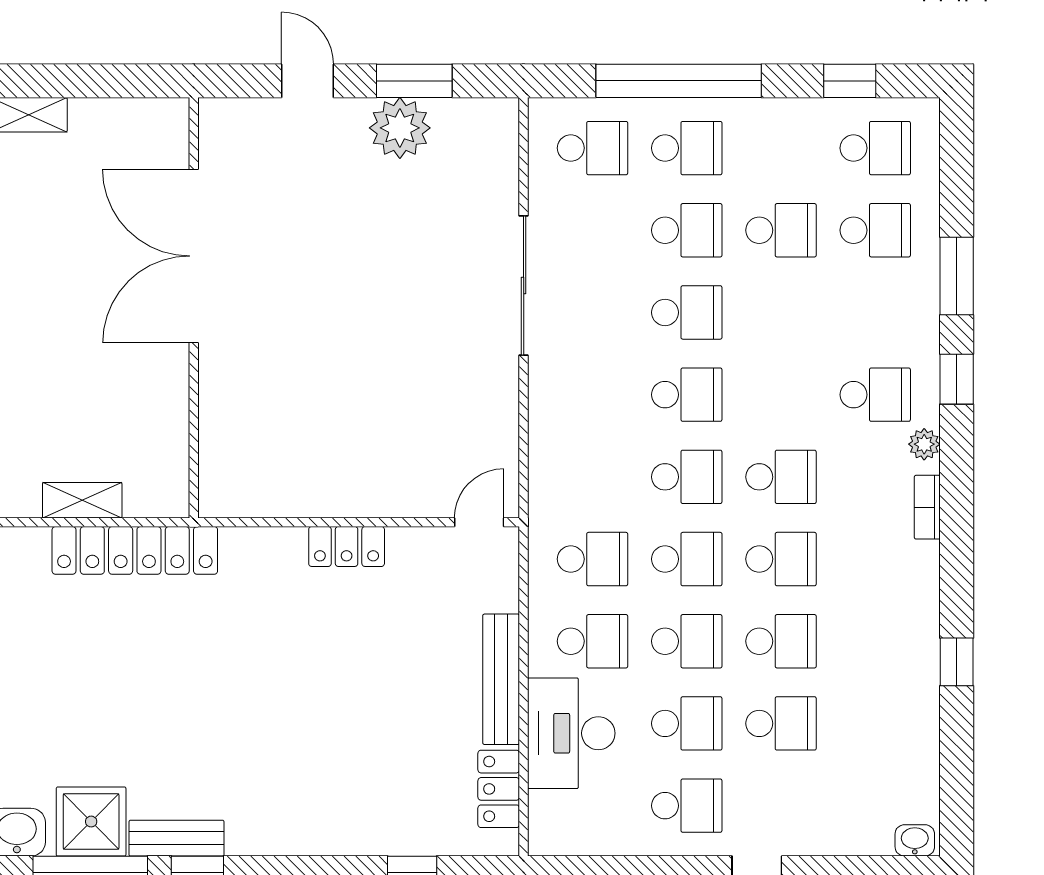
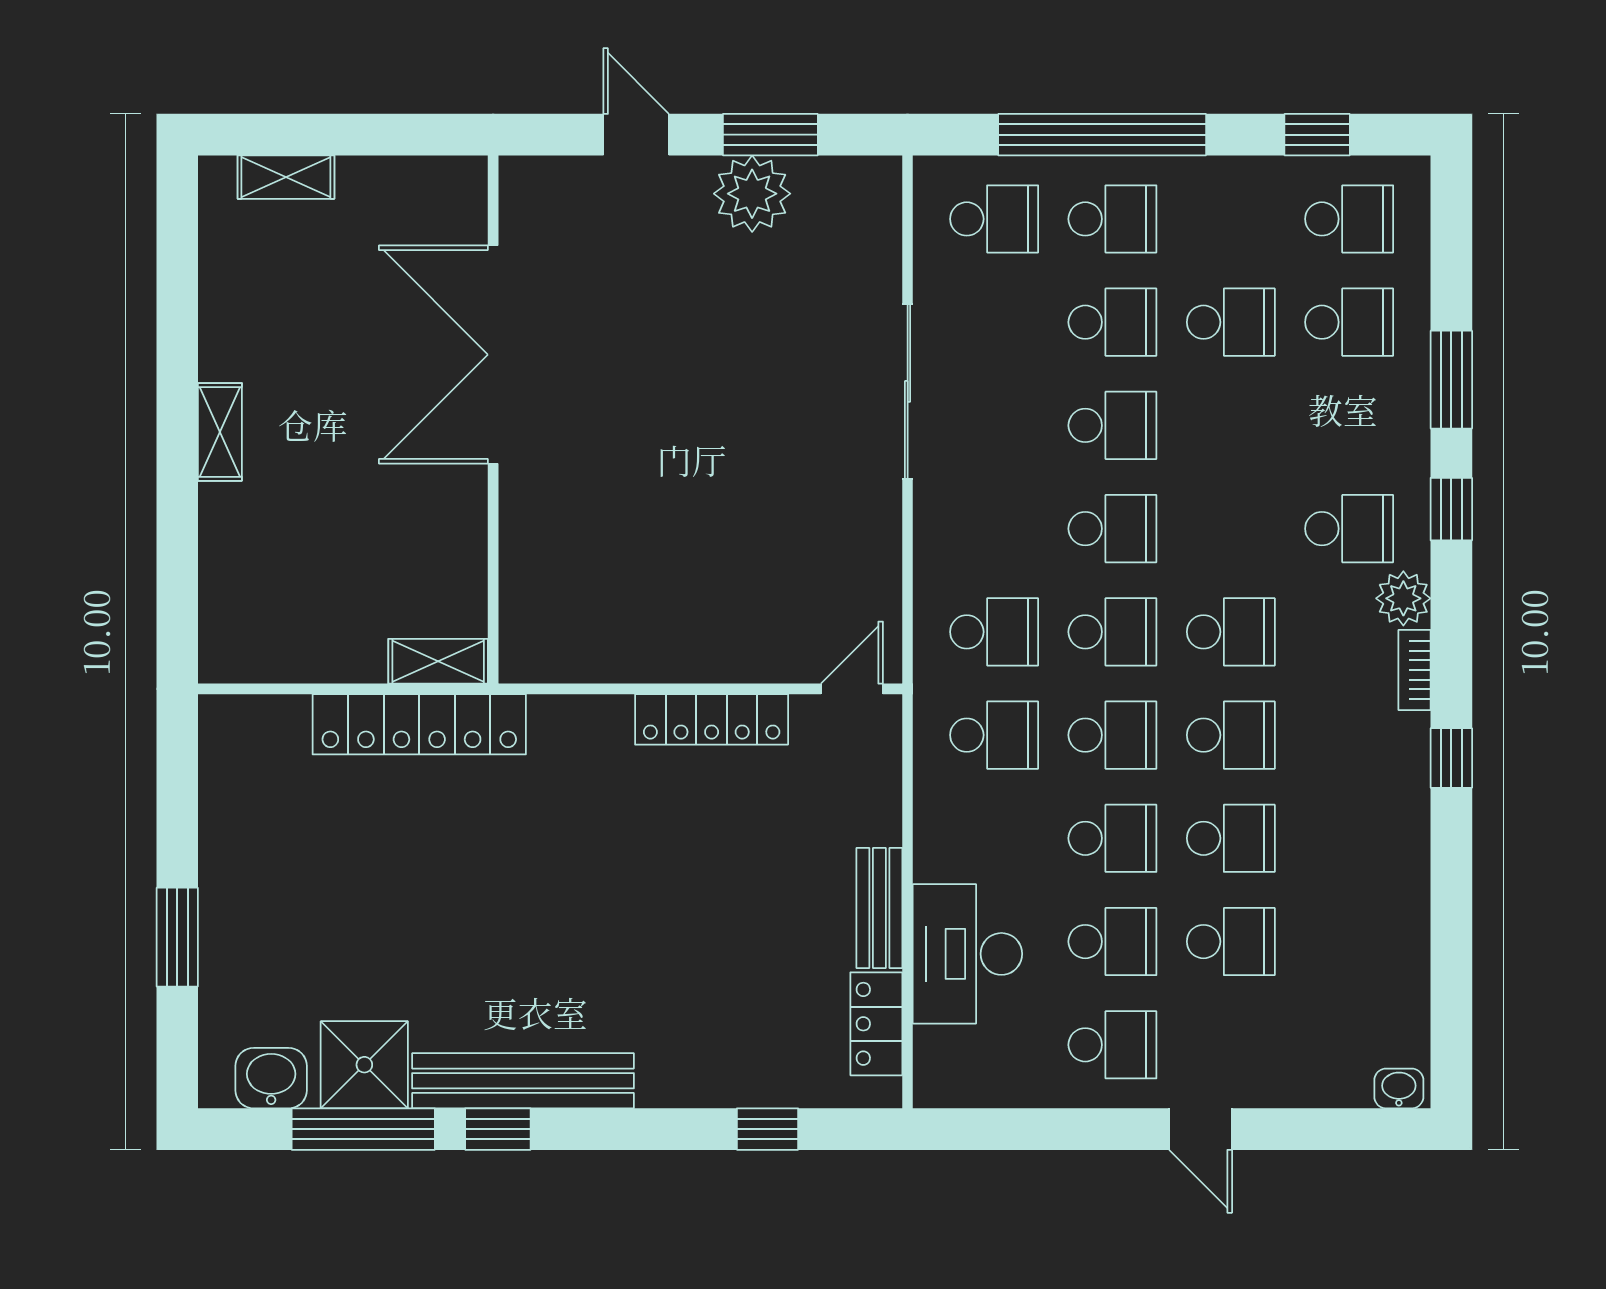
plant: (924, 444) -> (1403, 598), width x1.38, depth x1.38
shelving: (82, 500) -> (438, 661), moved
locker: (347, 546) -> (712, 719), width x1.53
school desk: (593, 641) -> (994, 632), moved
window: (957, 662) -> (1451, 758), moved
bench: (501, 679) -> (879, 908), width x0.73
bench: (177, 838) -> (523, 1081), width x1.86, depth x1.21

